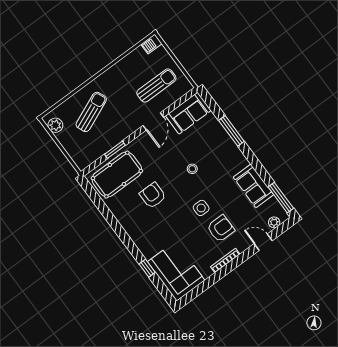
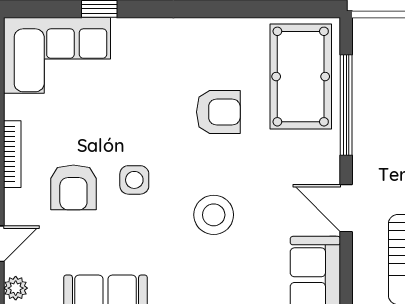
window: (115, 150) -> (346, 105), width x2.11
stool: (192, 169) -> (214, 215), width x1.89, depth x1.89

